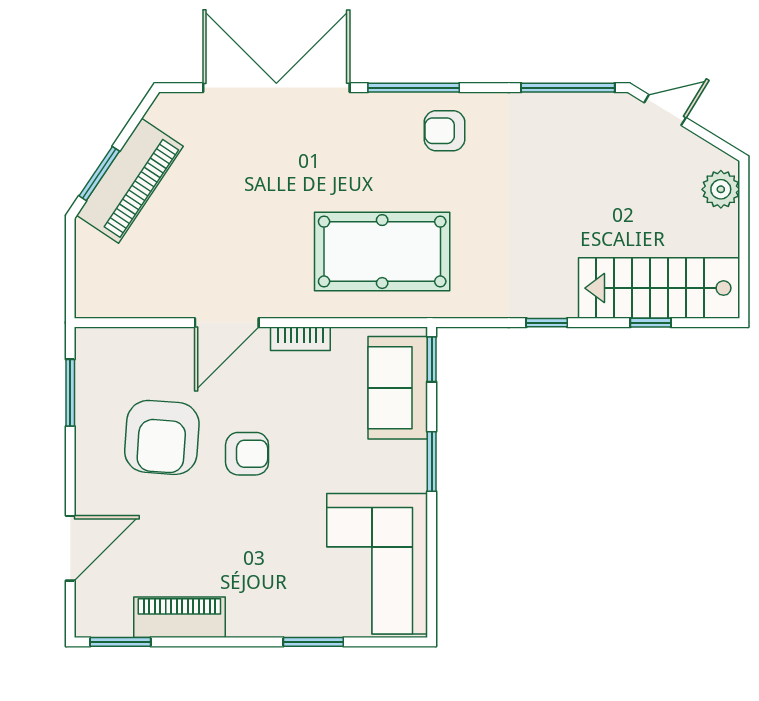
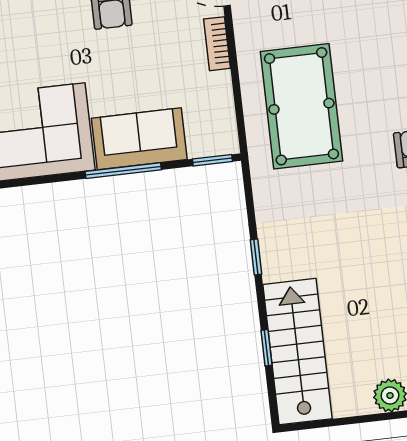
sofa: (398, 388) -> (139, 139), moved
window: (432, 461) -> (123, 171), width x1.44

